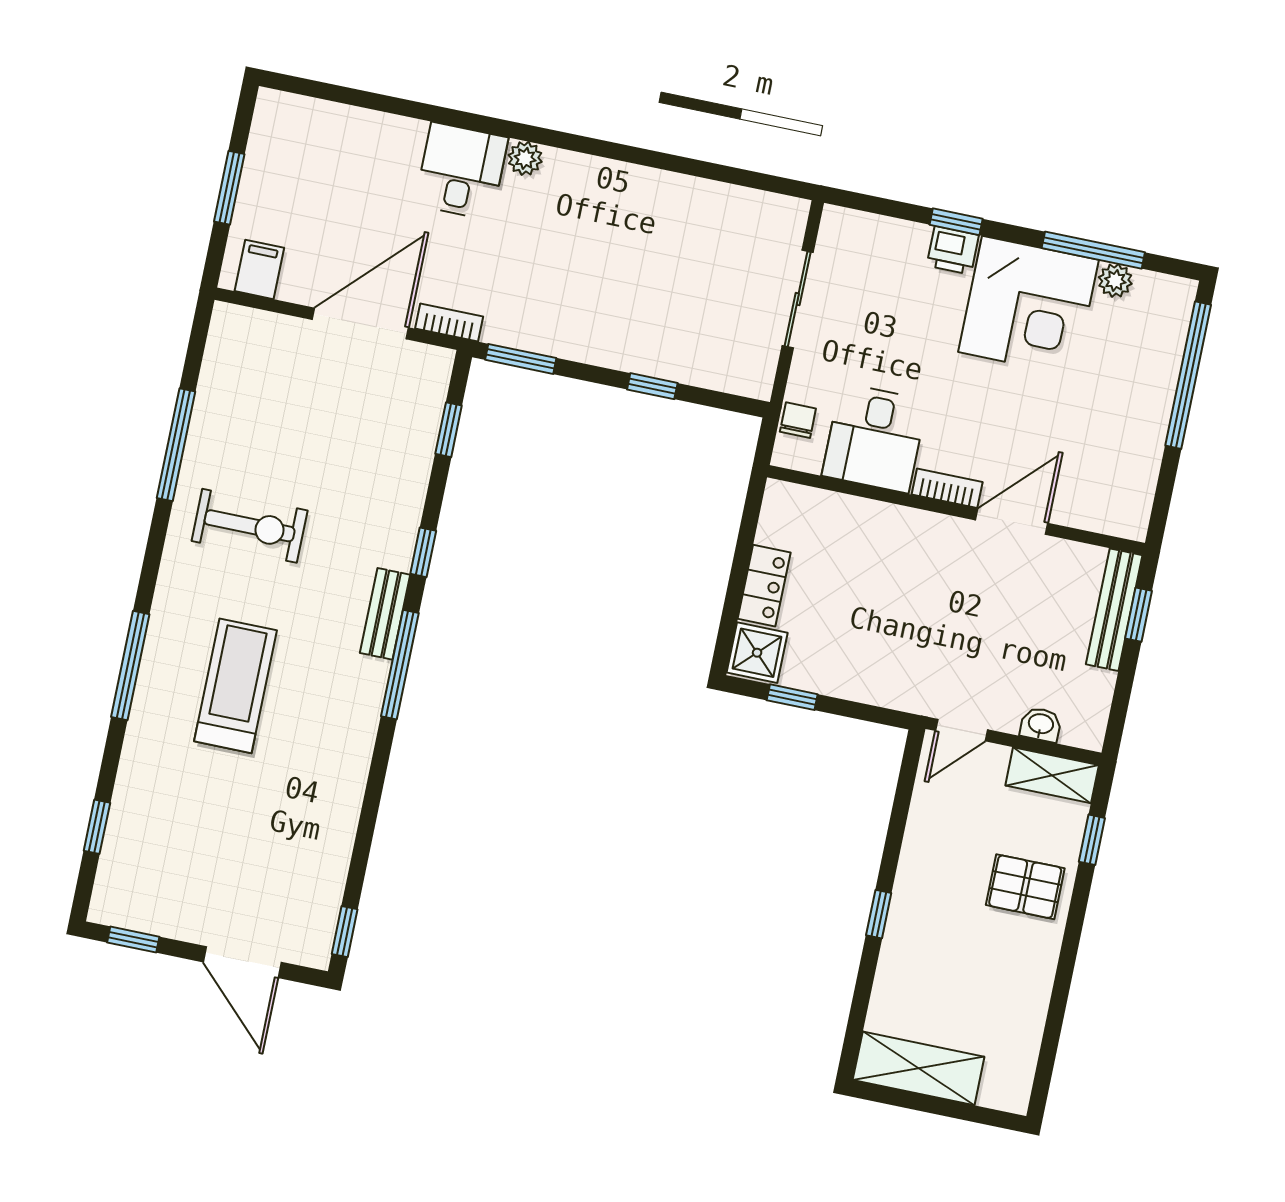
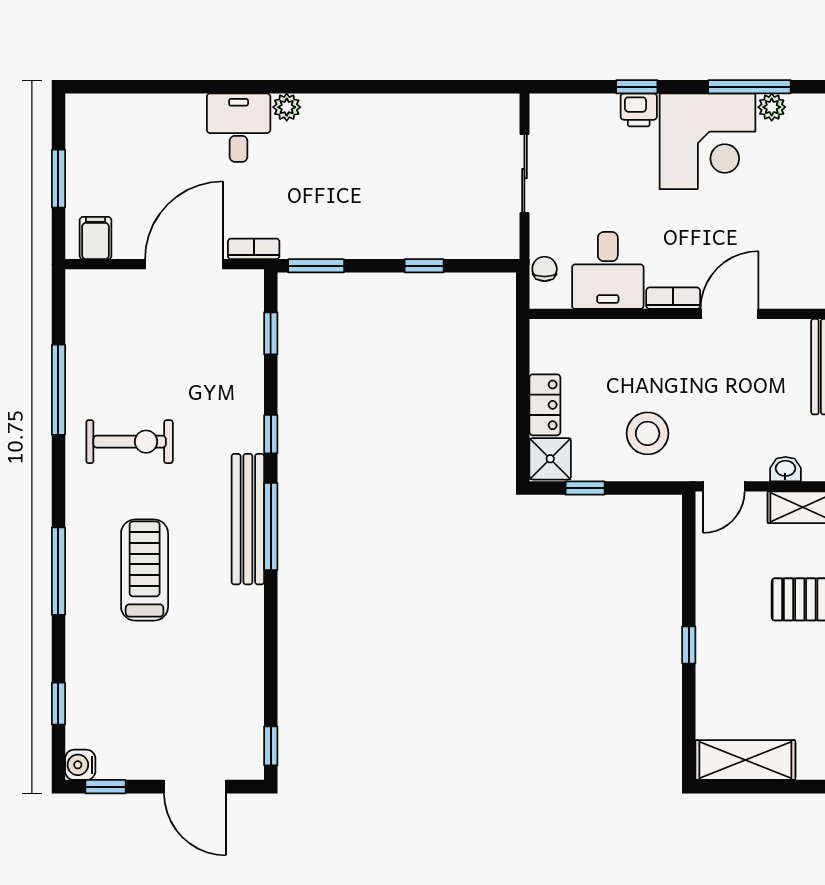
bench: (385, 614) -> (248, 519), width x1.86, depth x1.21
stool: (882, 646) -> (648, 433), added
water cooler: (108, 907) -> (80, 765), added

